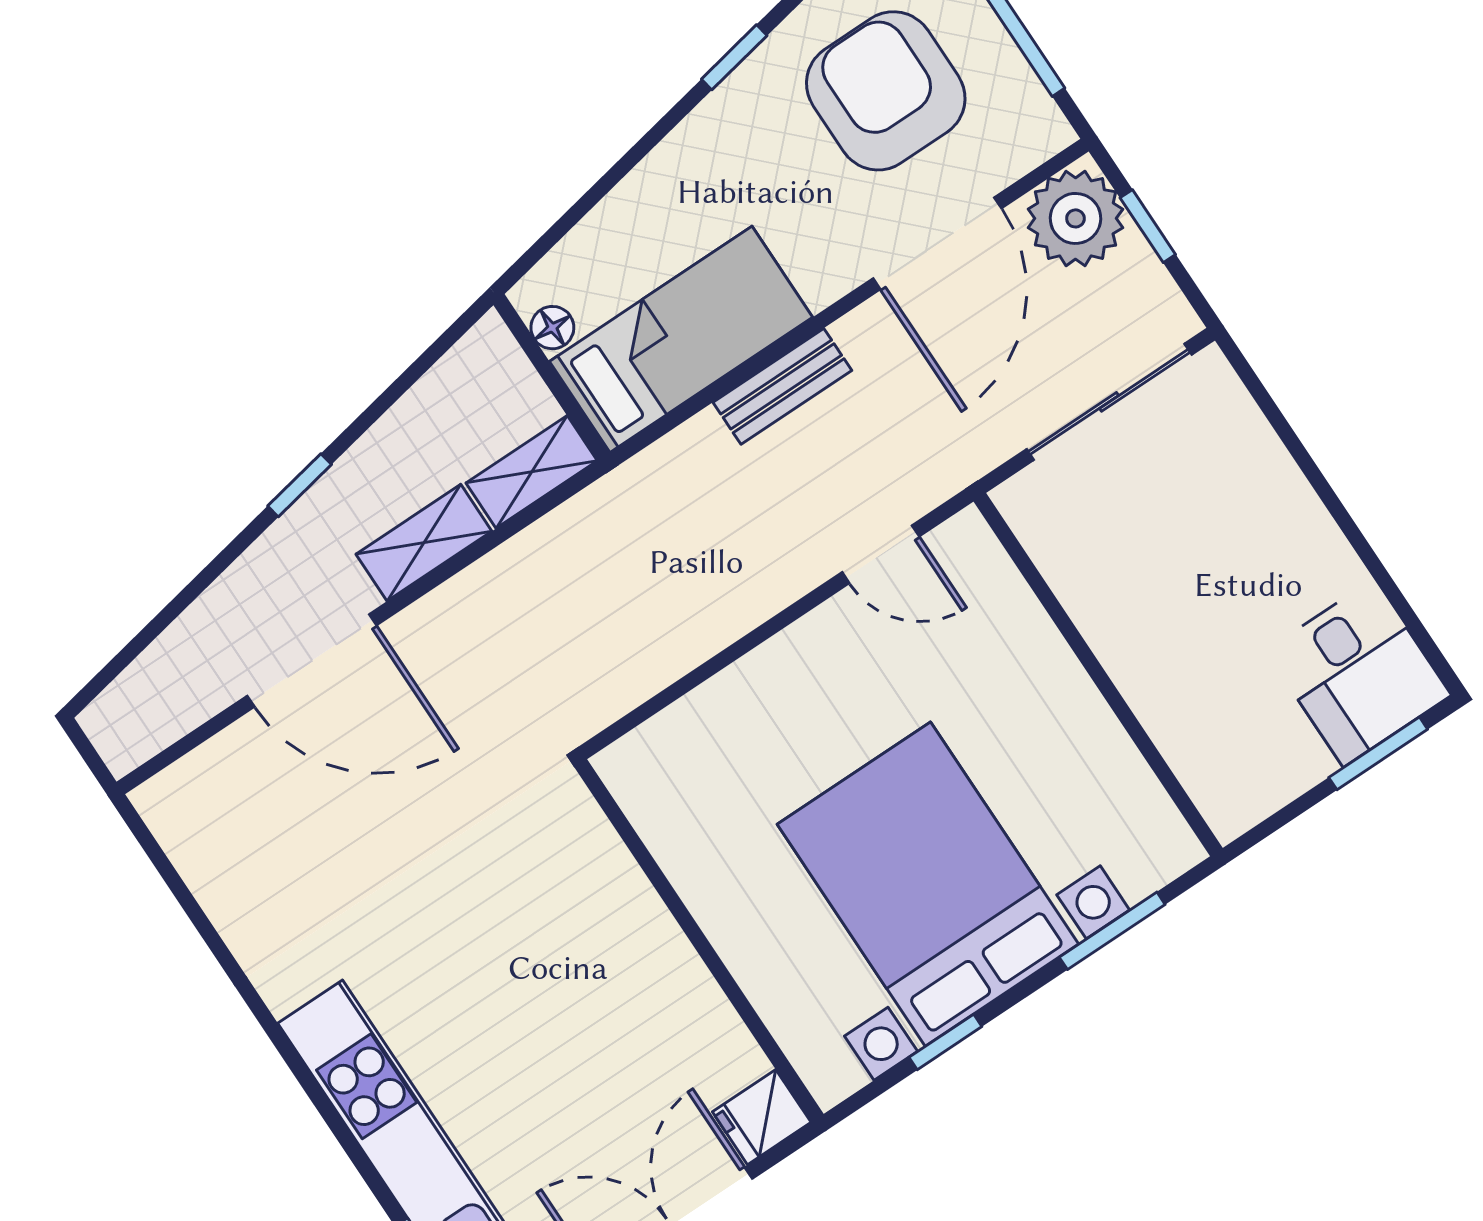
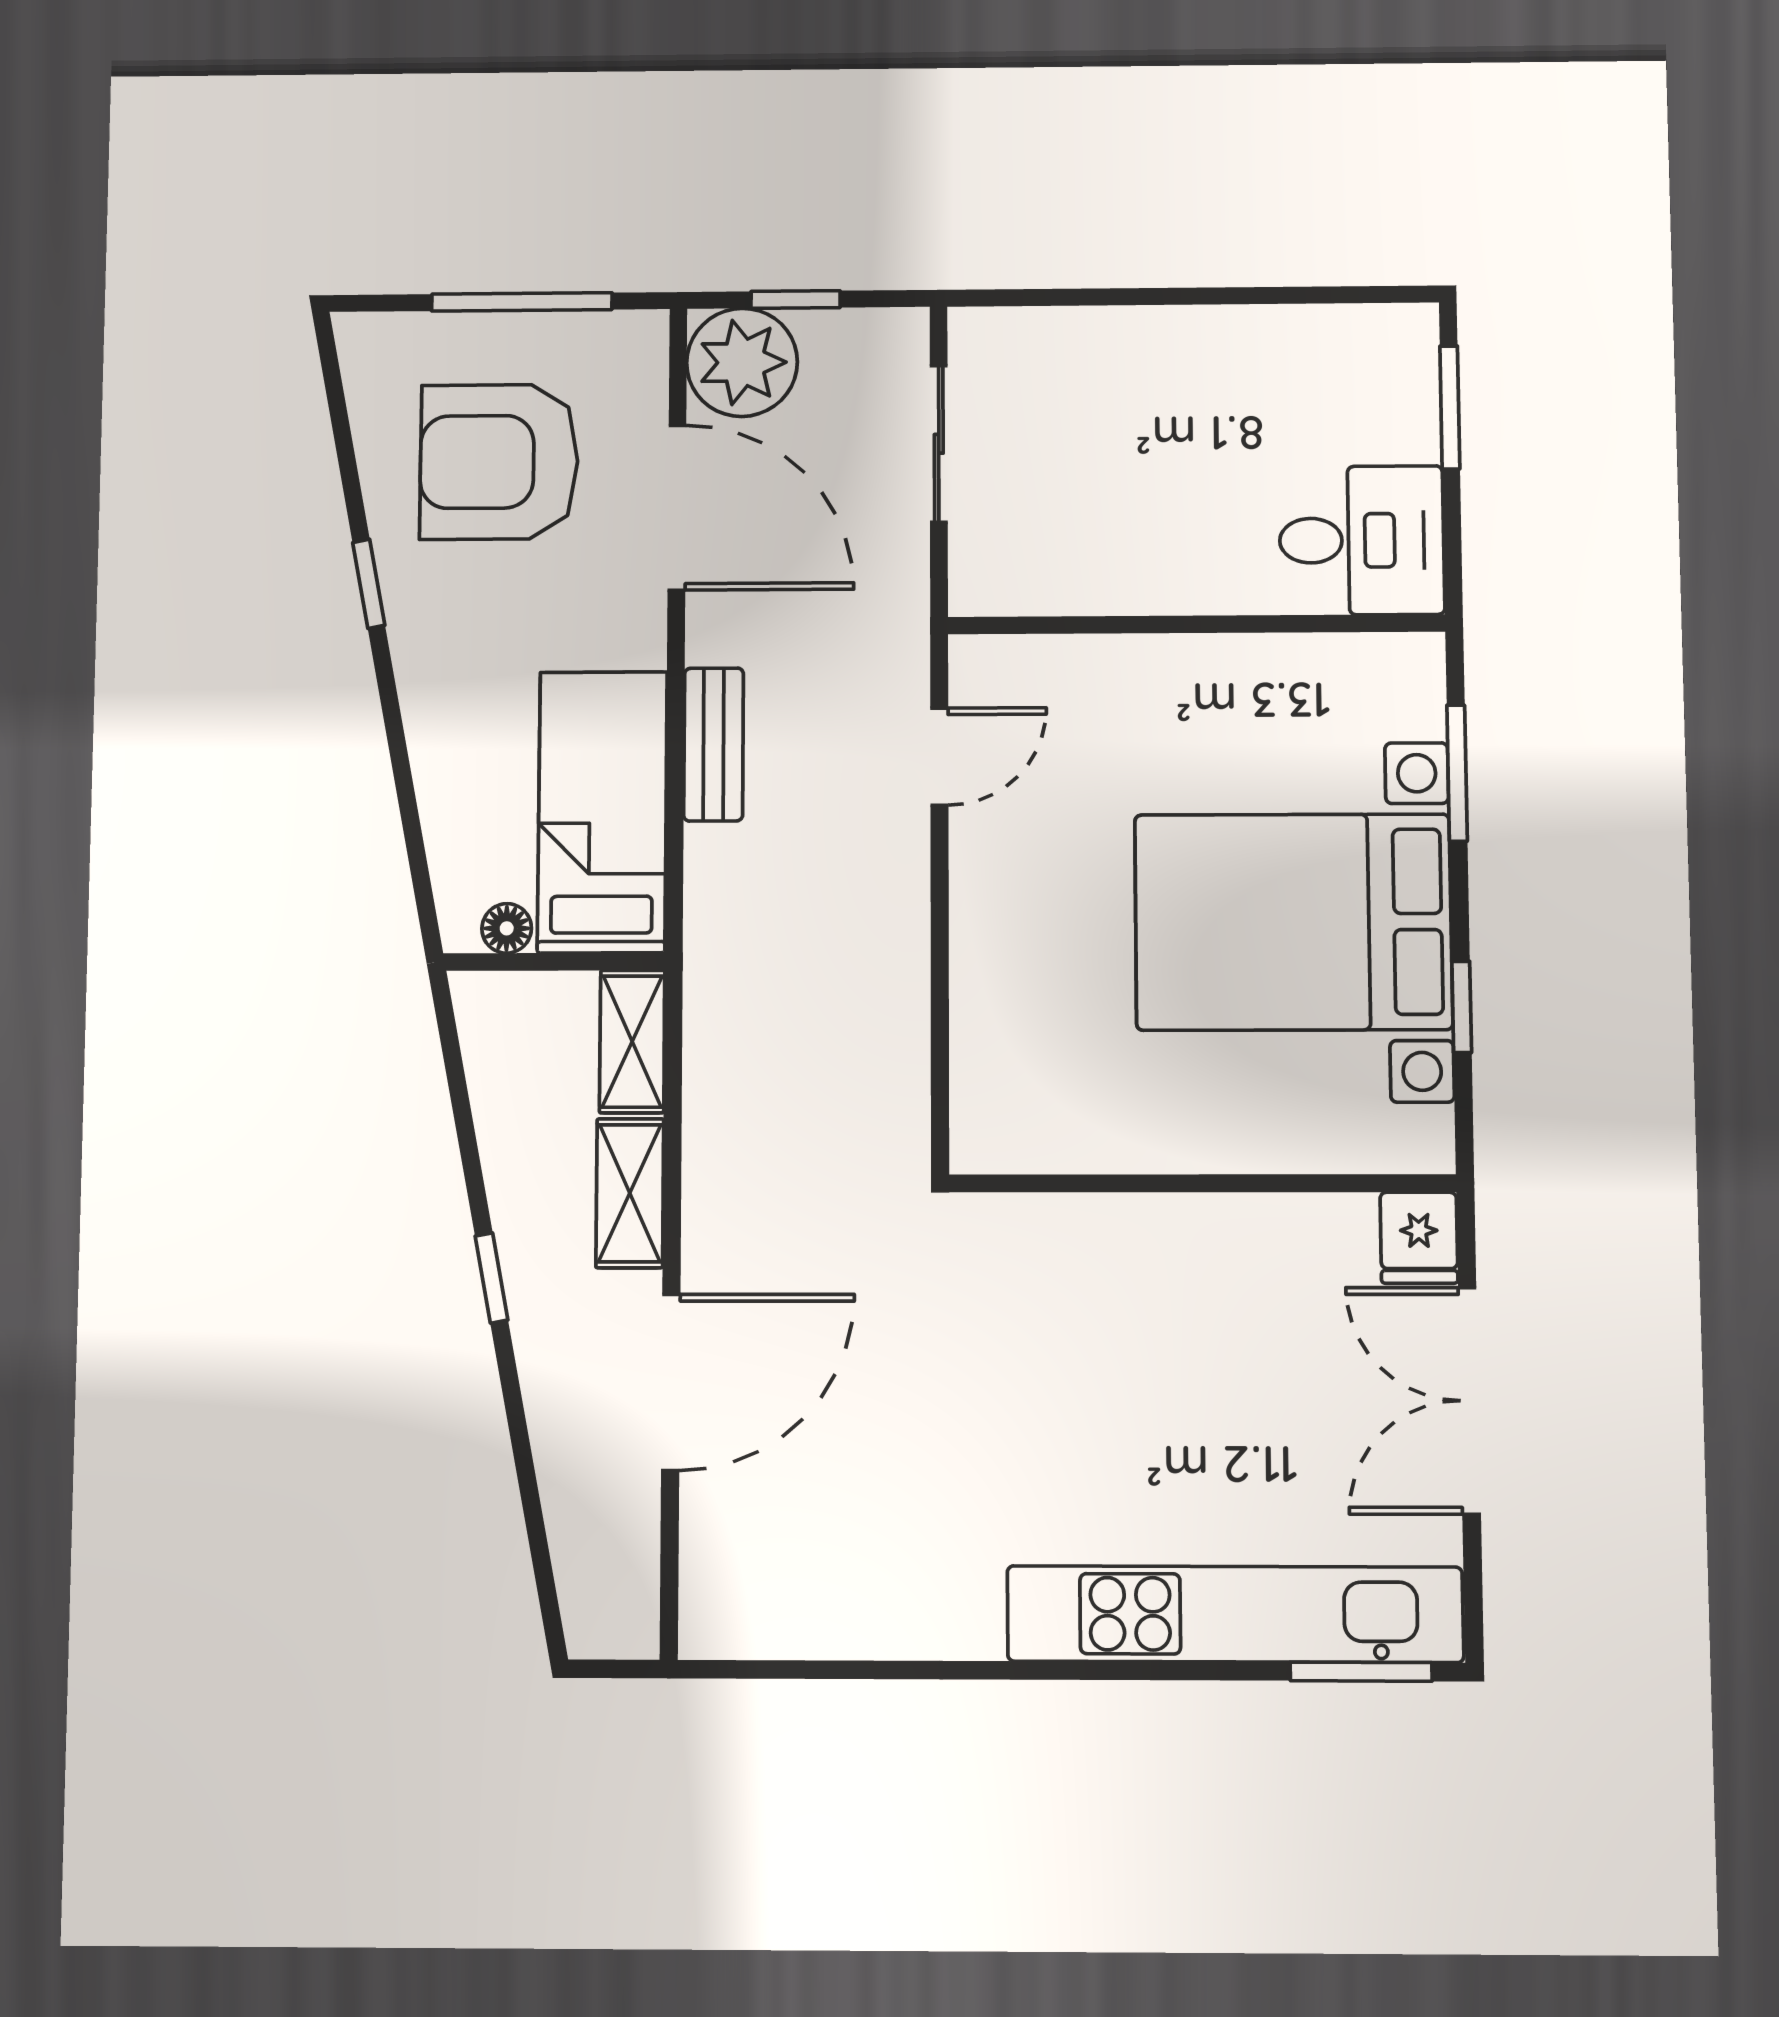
sliding door: (1109, 402) -> (939, 444), width x0.73
desk: (1358, 673) -> (1362, 540), moved

